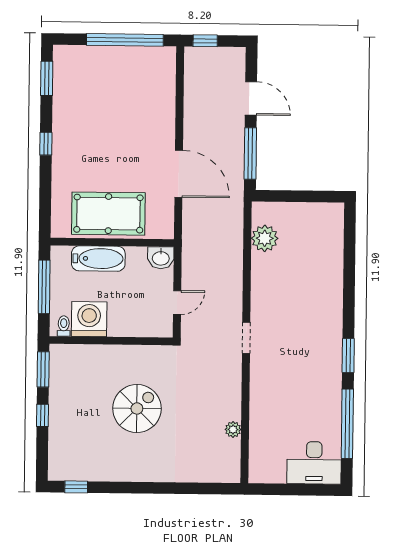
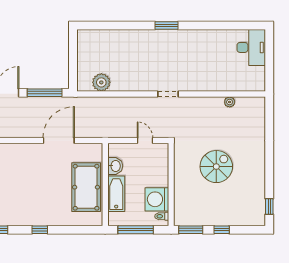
washbasin: (161, 258) -> (115, 166), moved
window: (348, 356) -> (167, 26), moved
spiral stairs: (137, 408) -> (216, 167), turned 90
window: (347, 424) -> (225, 26), removed

